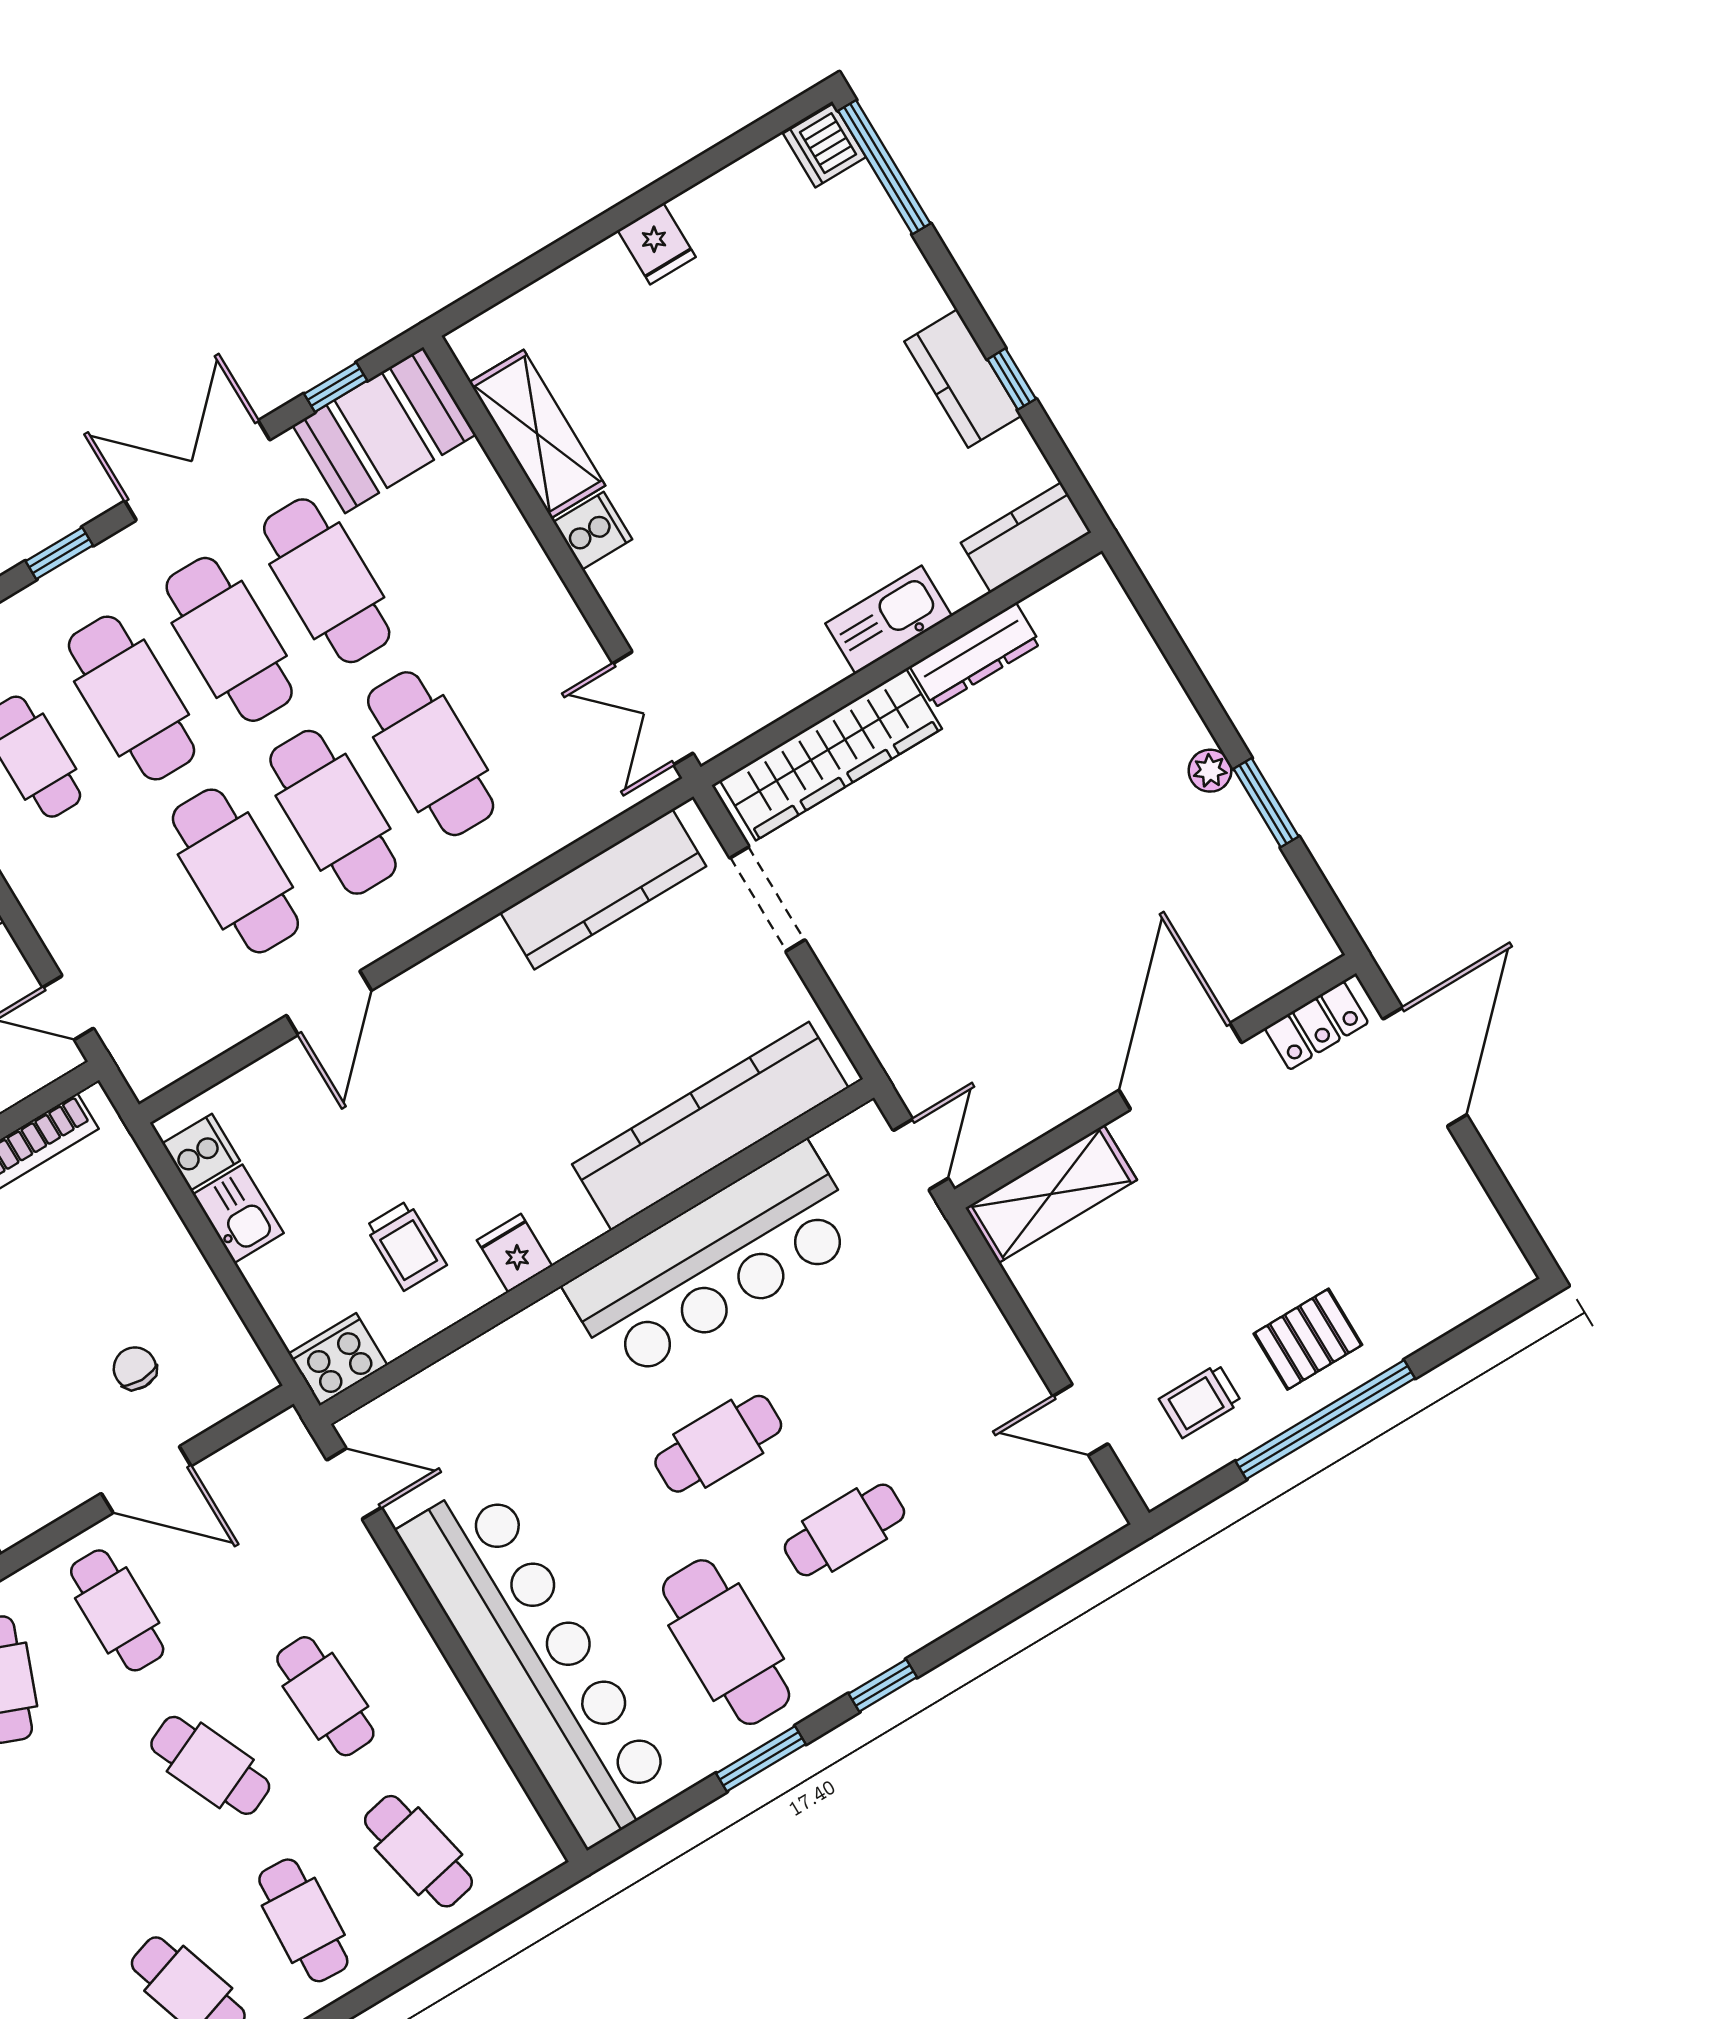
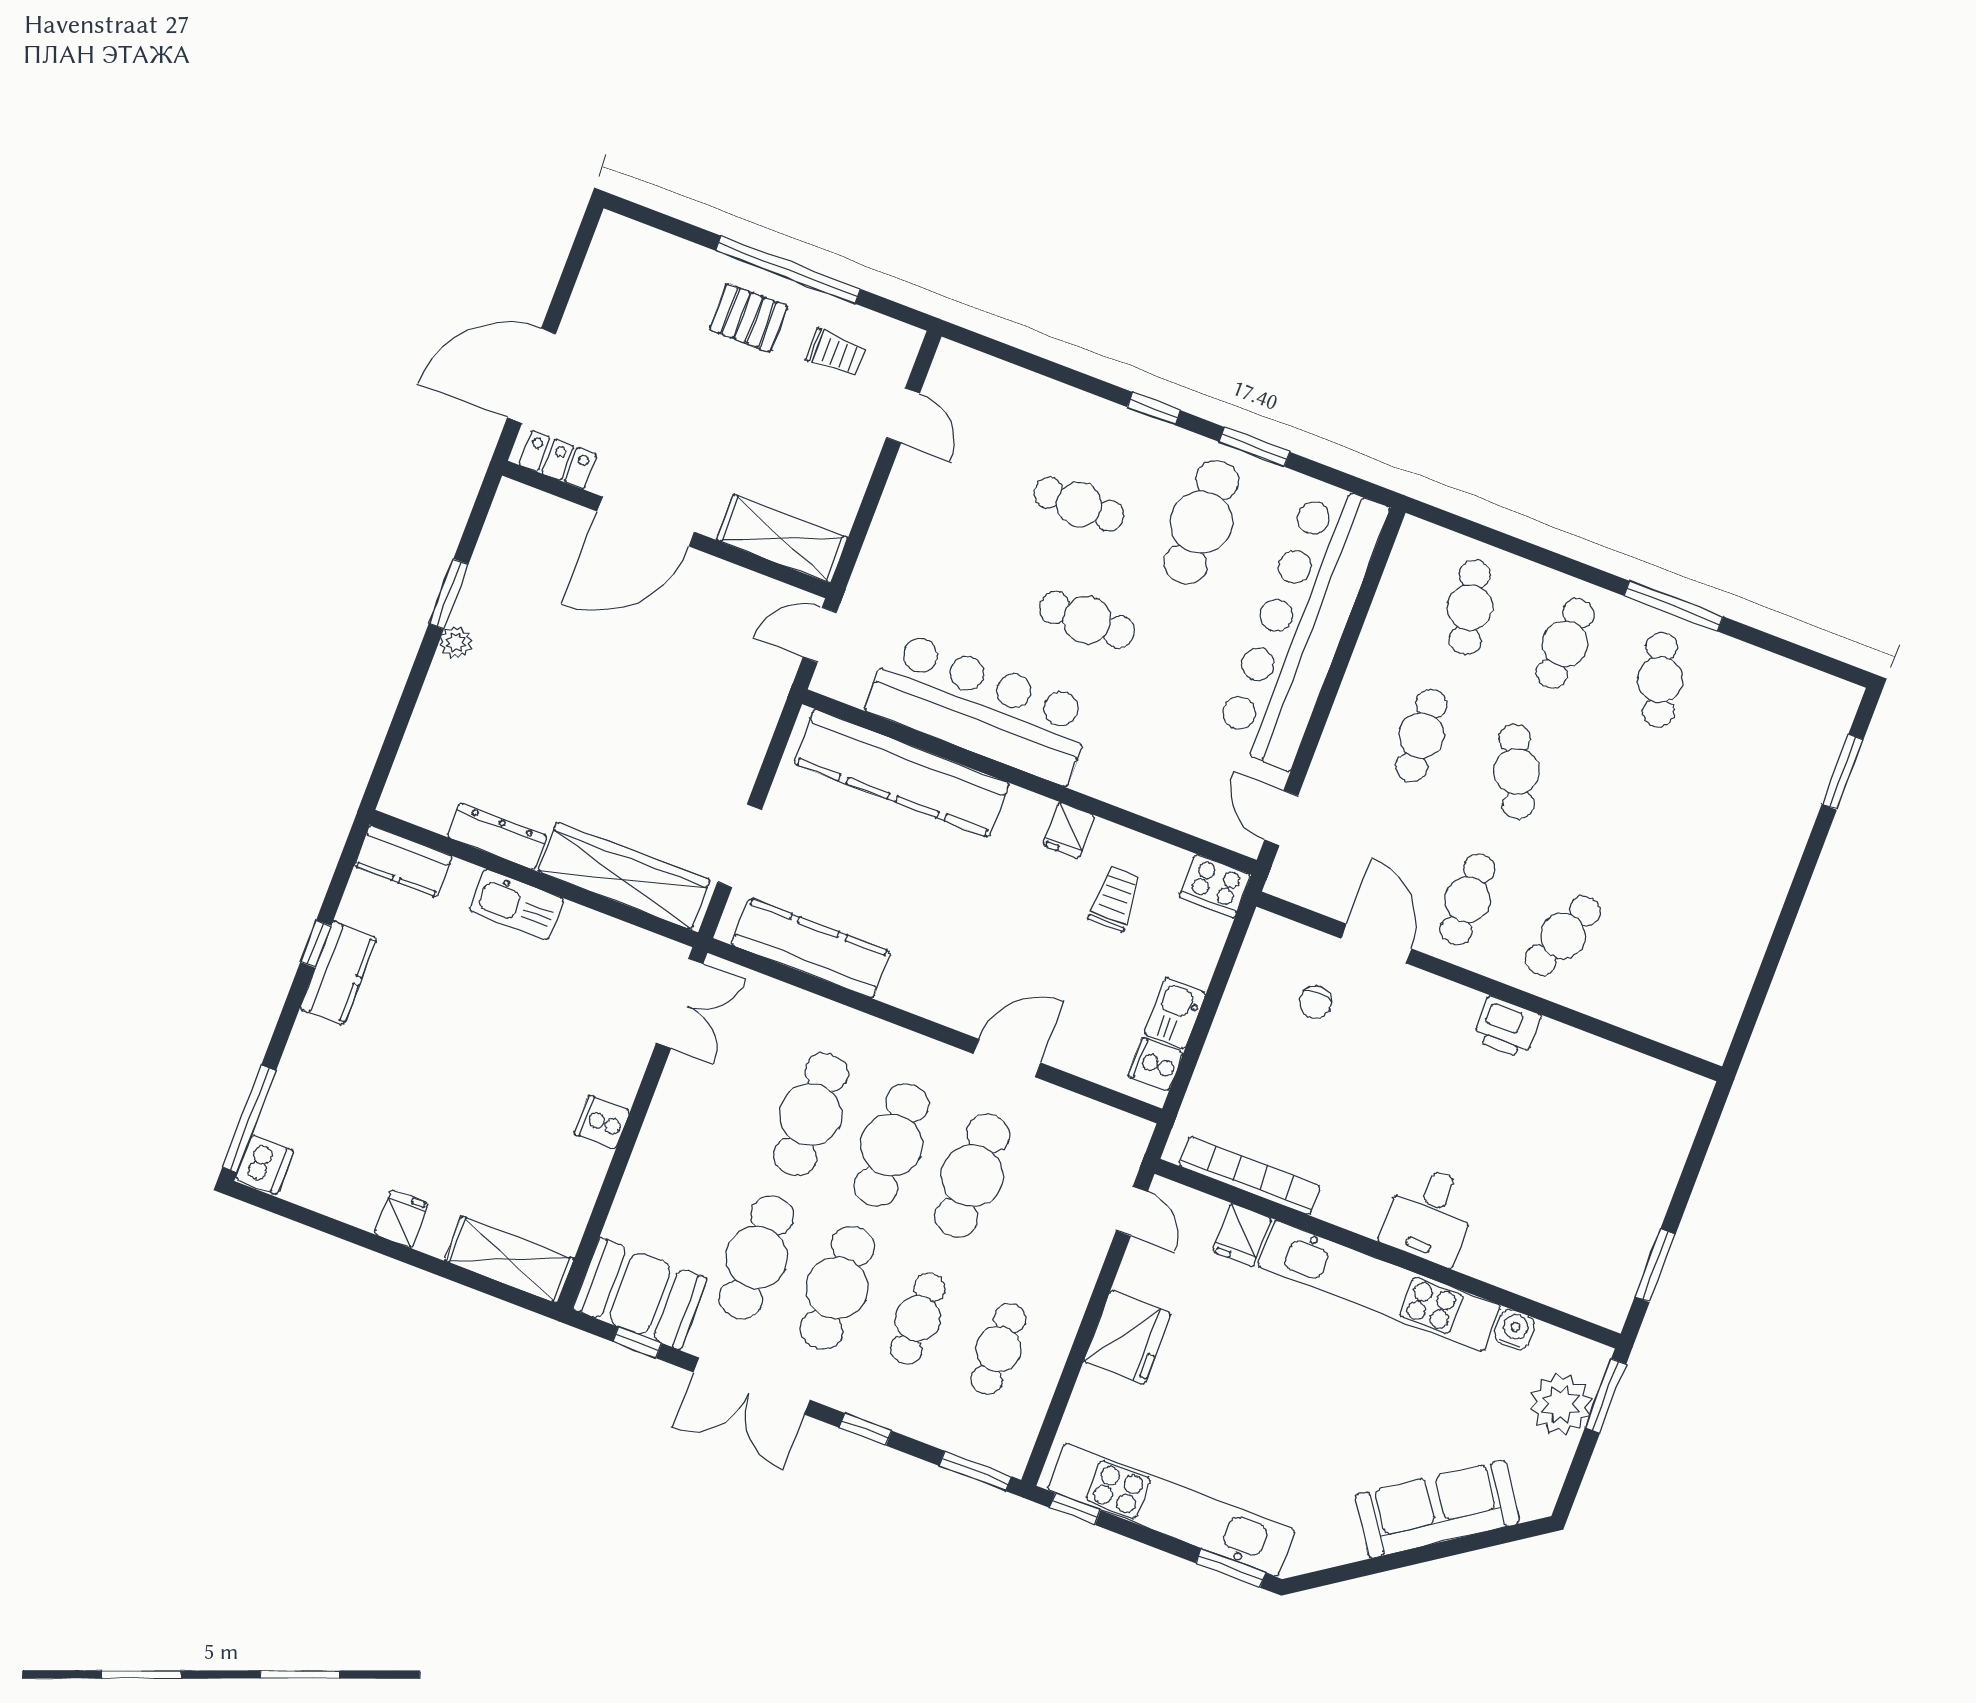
shelving: (537, 434) -> (509, 1260), moved, turned 90
cafe table: (132, 698) -> (918, 1318), width x0.73, depth x0.74

